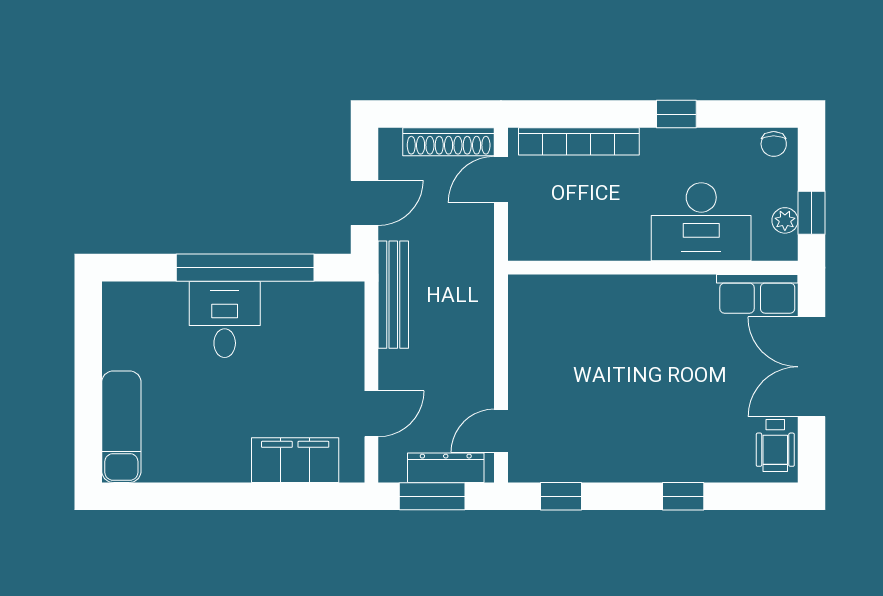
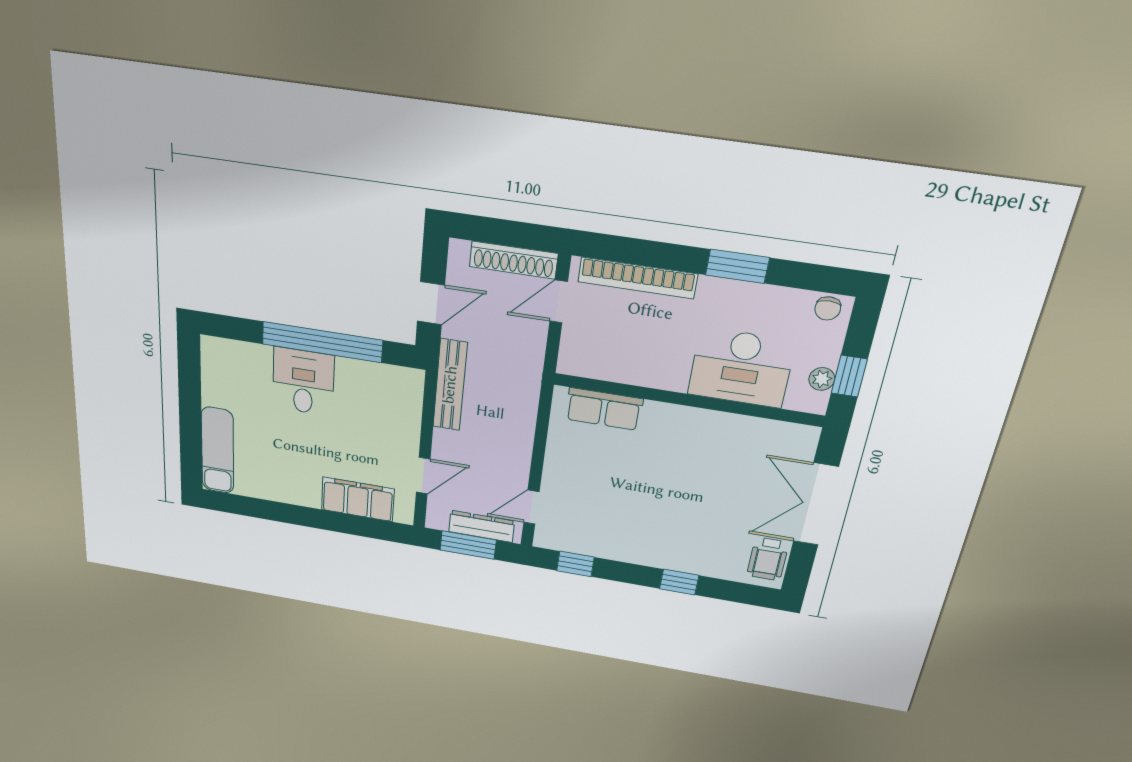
window: (676, 114) -> (737, 266), width x1.50
row of seats: (757, 294) -> (604, 409), moved

